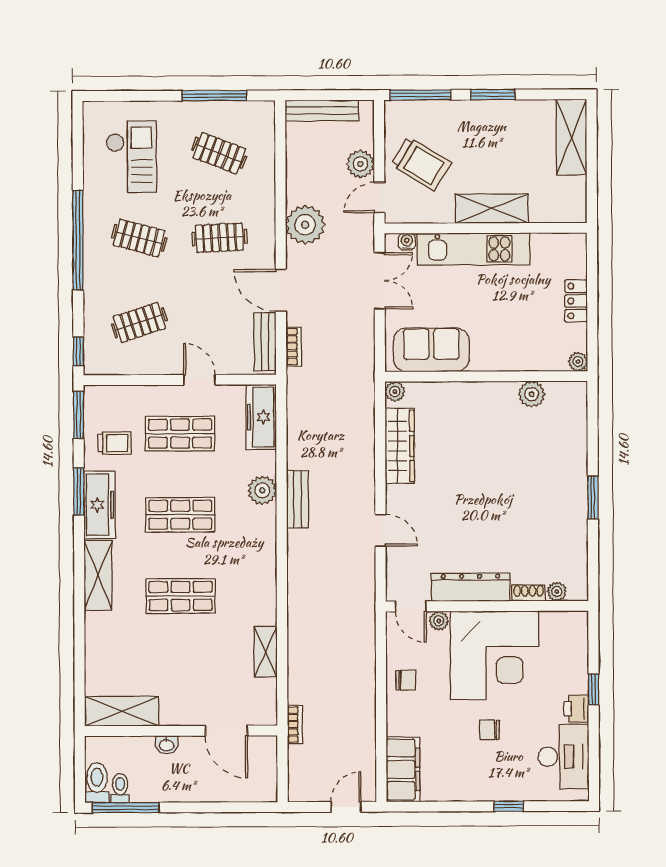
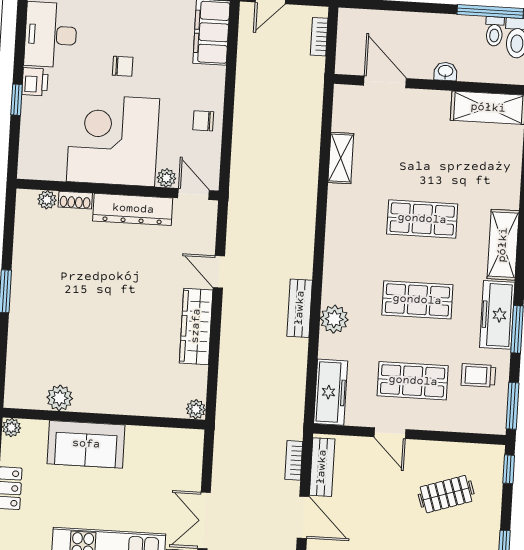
sofa: (431, 350) -> (86, 444), moved
wardrobe: (400, 446) -> (196, 326), moved
bookcase: (295, 725) -> (319, 37), moved

